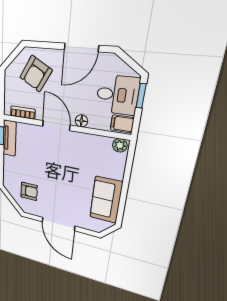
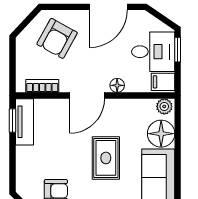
door: (56, 126) -> (87, 96), swing flipped
floor lamp: (113, 167) -> (161, 134), added
rug: (66, 177) -> (106, 158), added

